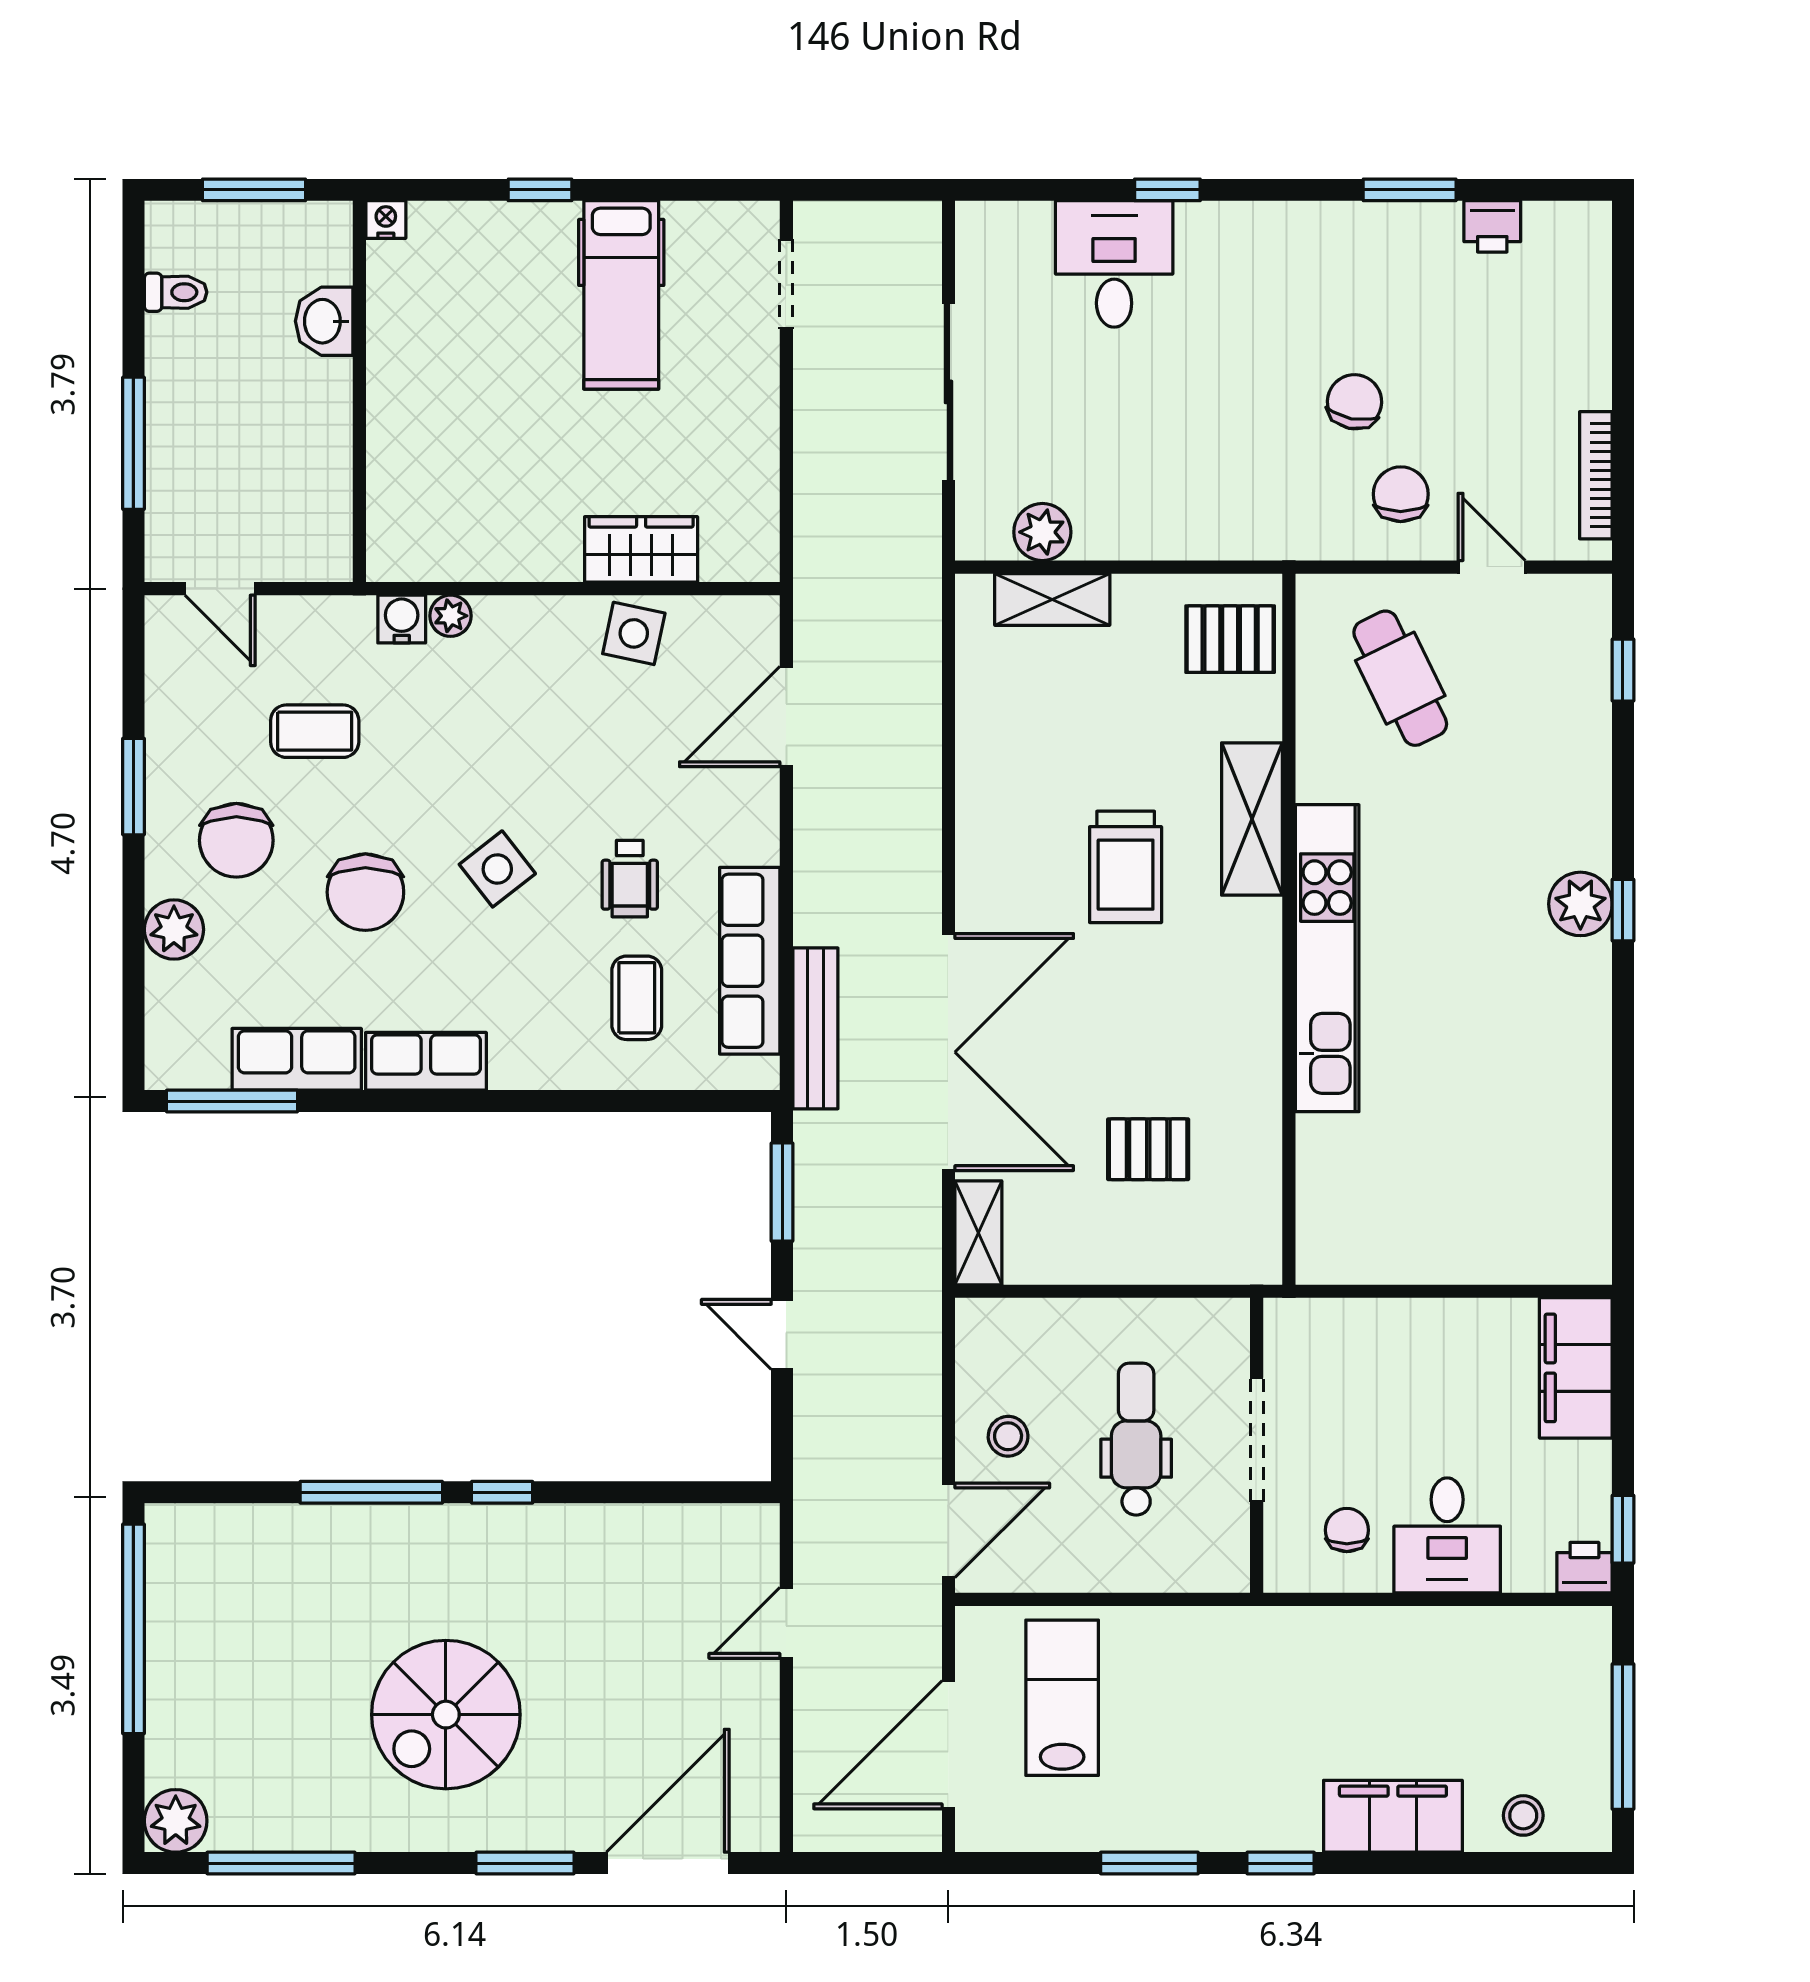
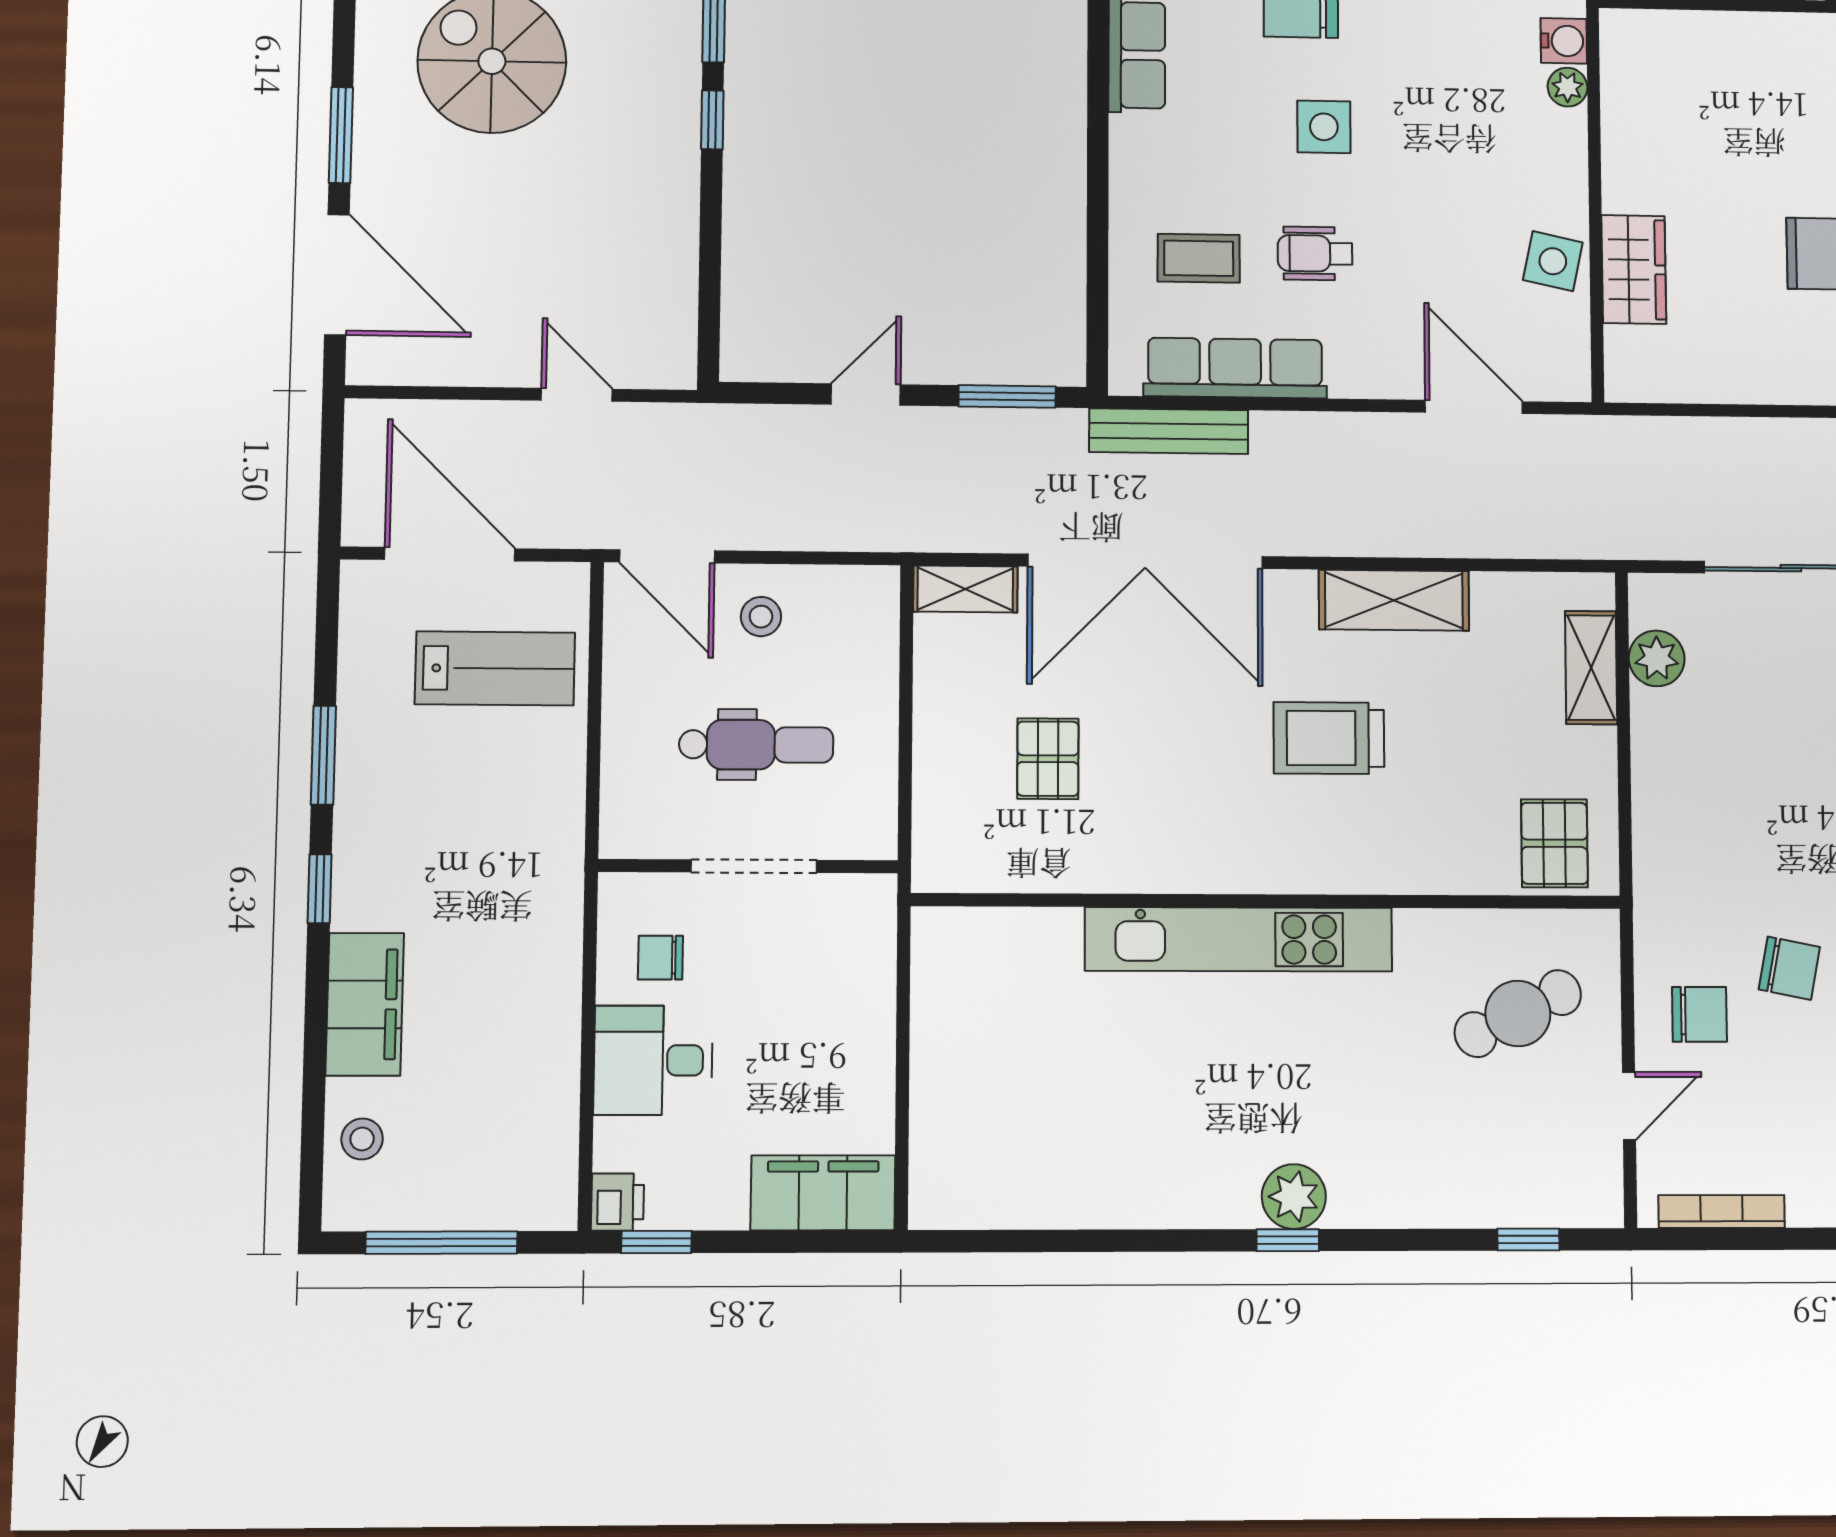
shelving: (1252, 819) -> (1394, 600), moved
side table: (497, 869) -> (1324, 127), turned 38
chair: (1347, 1530) -> (660, 958), turned 180

